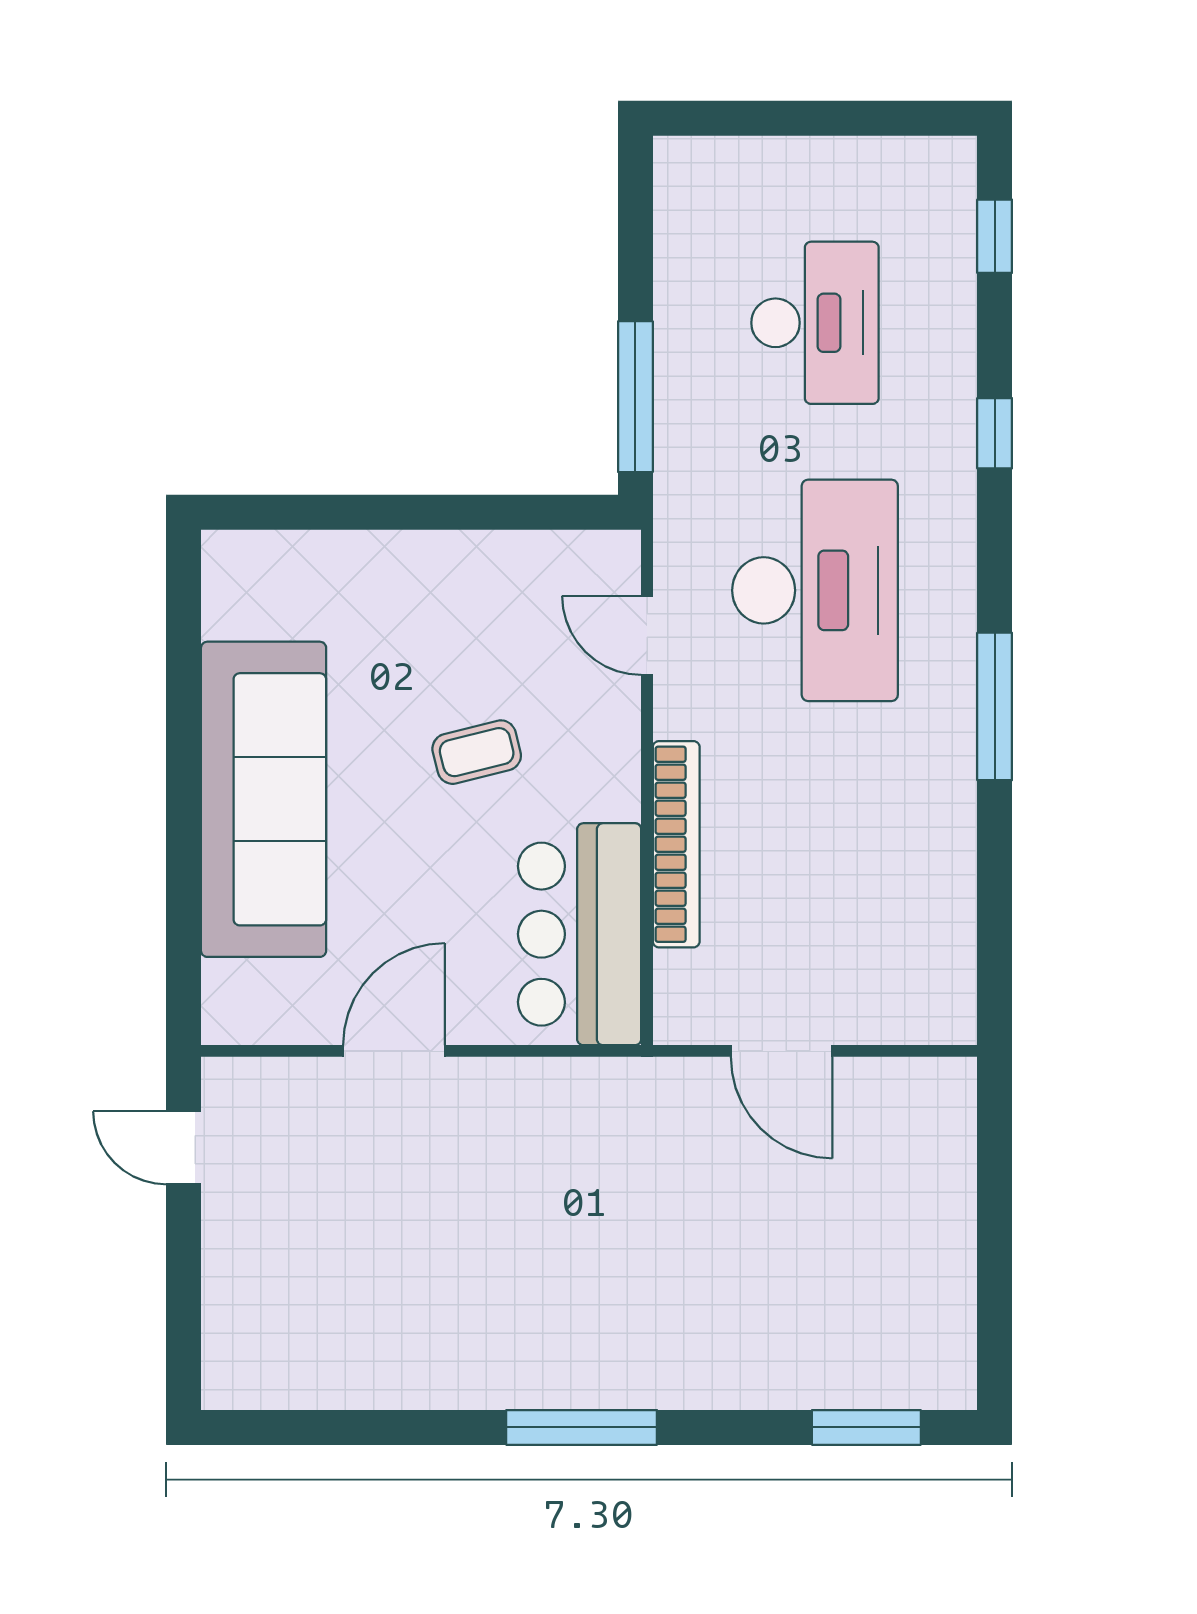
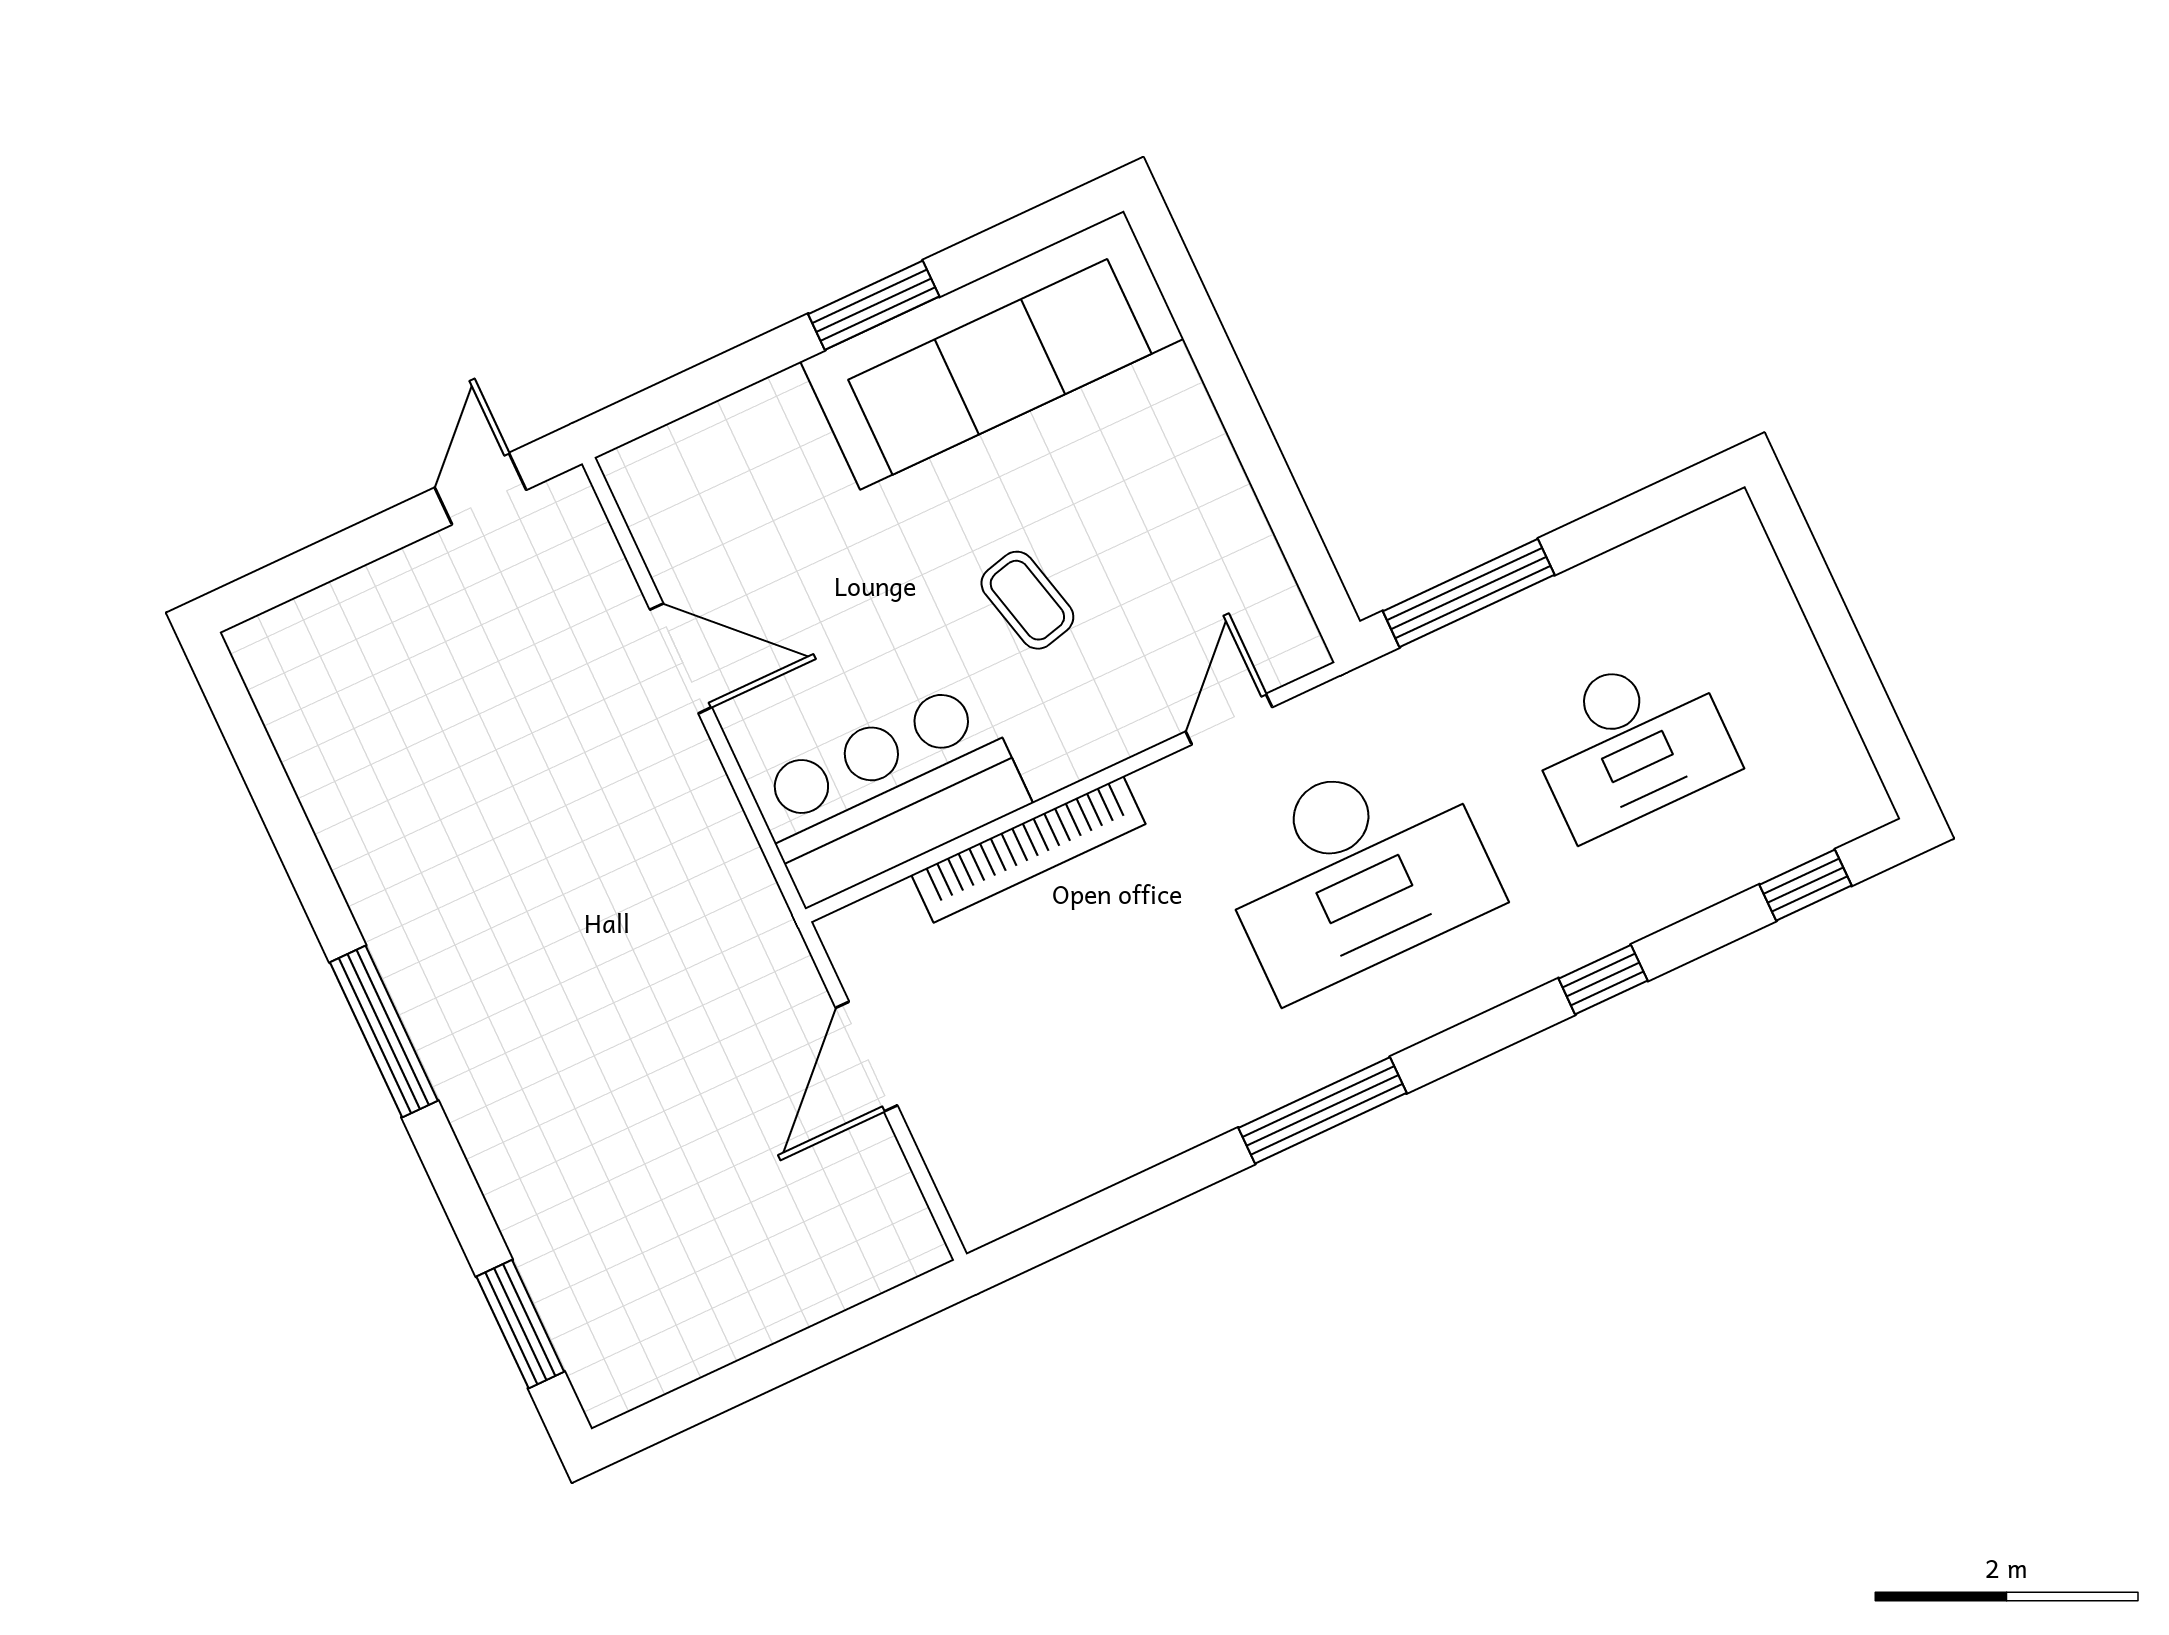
window: (184, 765) -> (874, 305), added
sofa: (264, 799) -> (992, 350), moved

